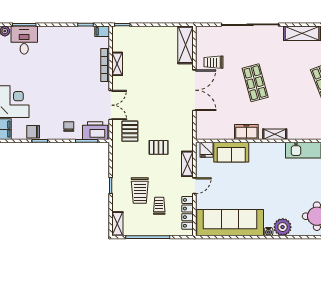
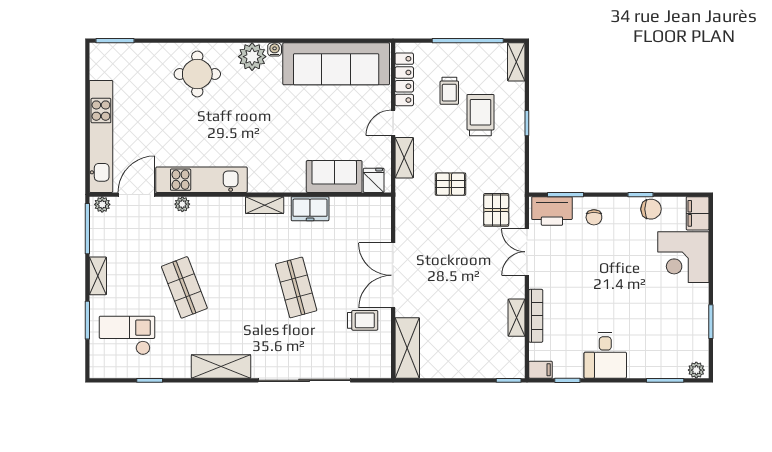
desk: (24, 40) -> (605, 356), moved

